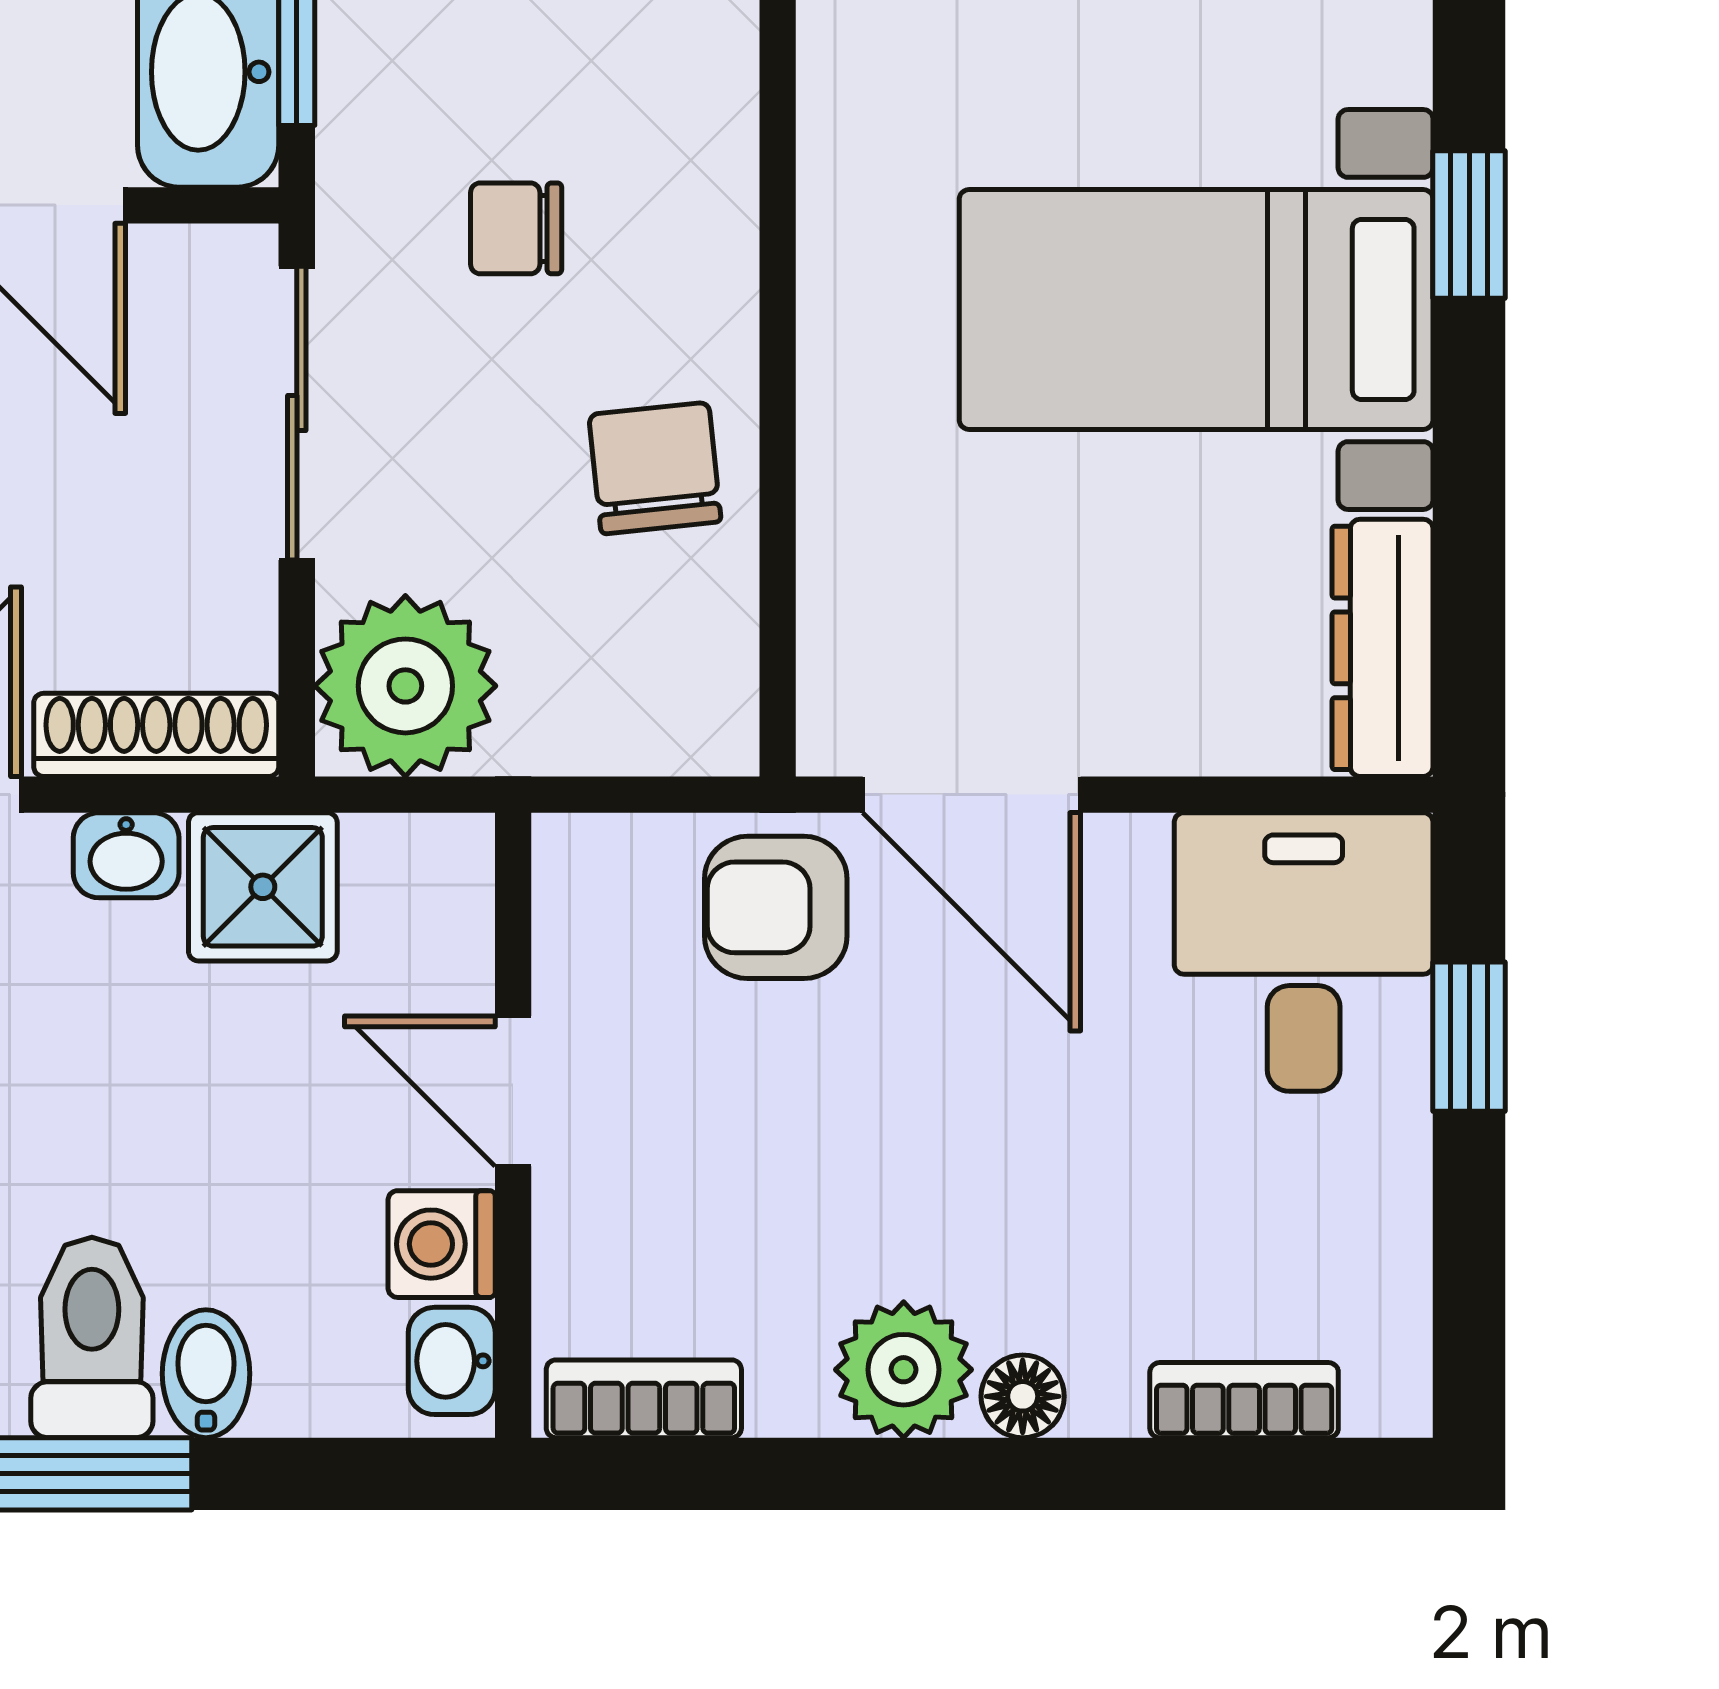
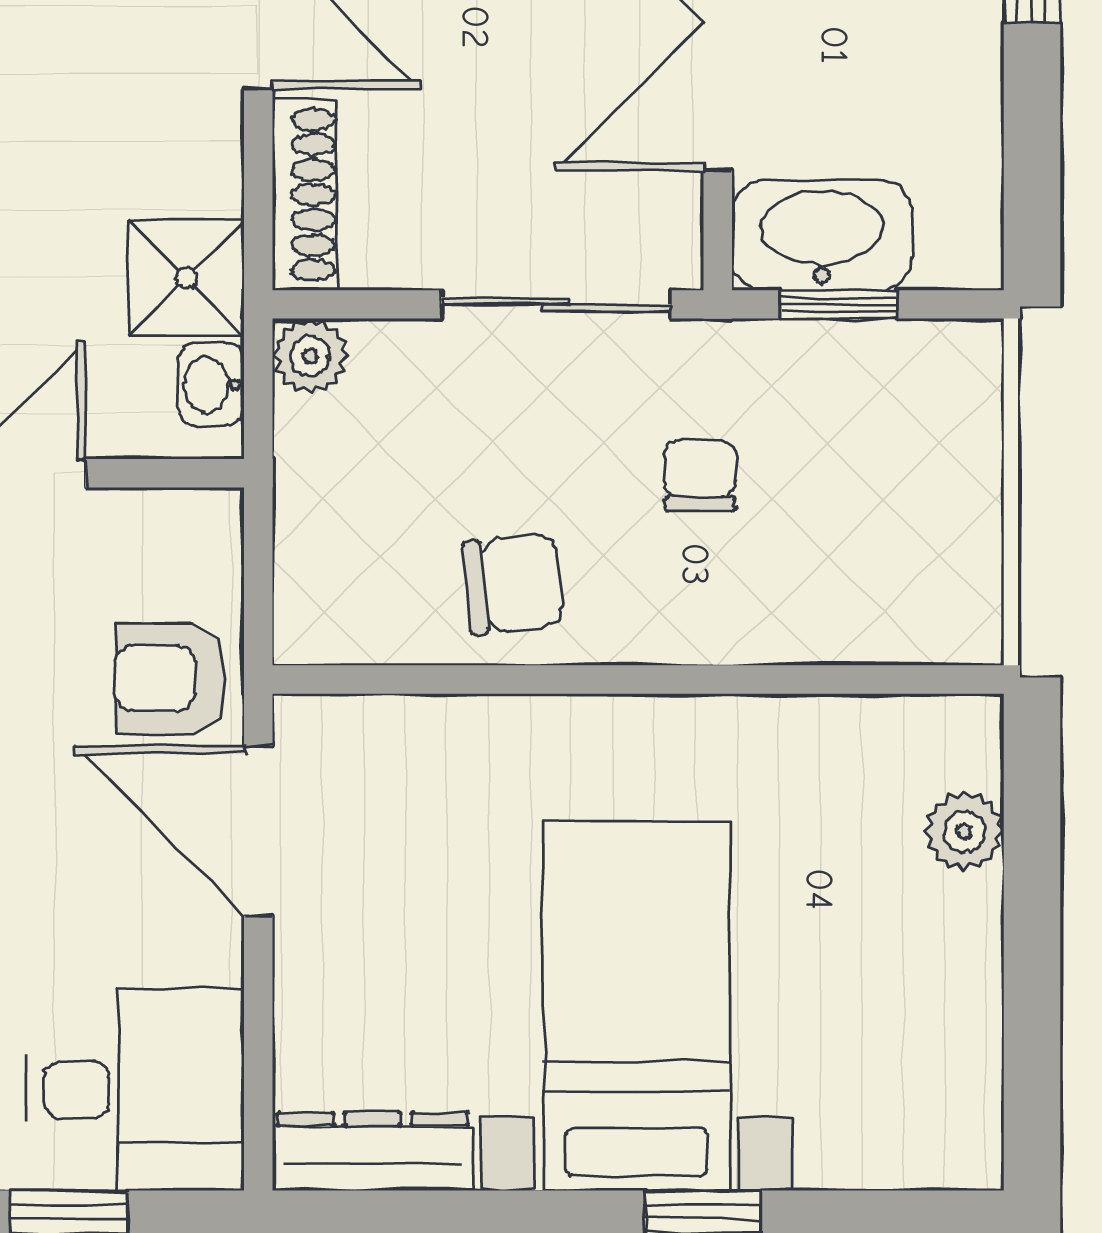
plant: (405, 686) -> (310, 356), width x0.53, depth x0.53
door: (972, 795) -> (258, 831), hinge flipped
washbasin: (126, 855) -> (211, 384), moved
armchair: (776, 907) -> (170, 678), turned -90

